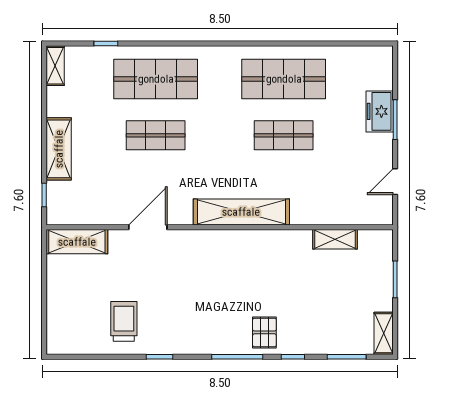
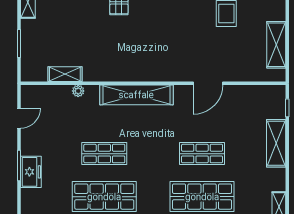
plant: (318, 217) -> (78, 91), added
shelving: (77, 242) -> (276, 45), moved, turned 90

